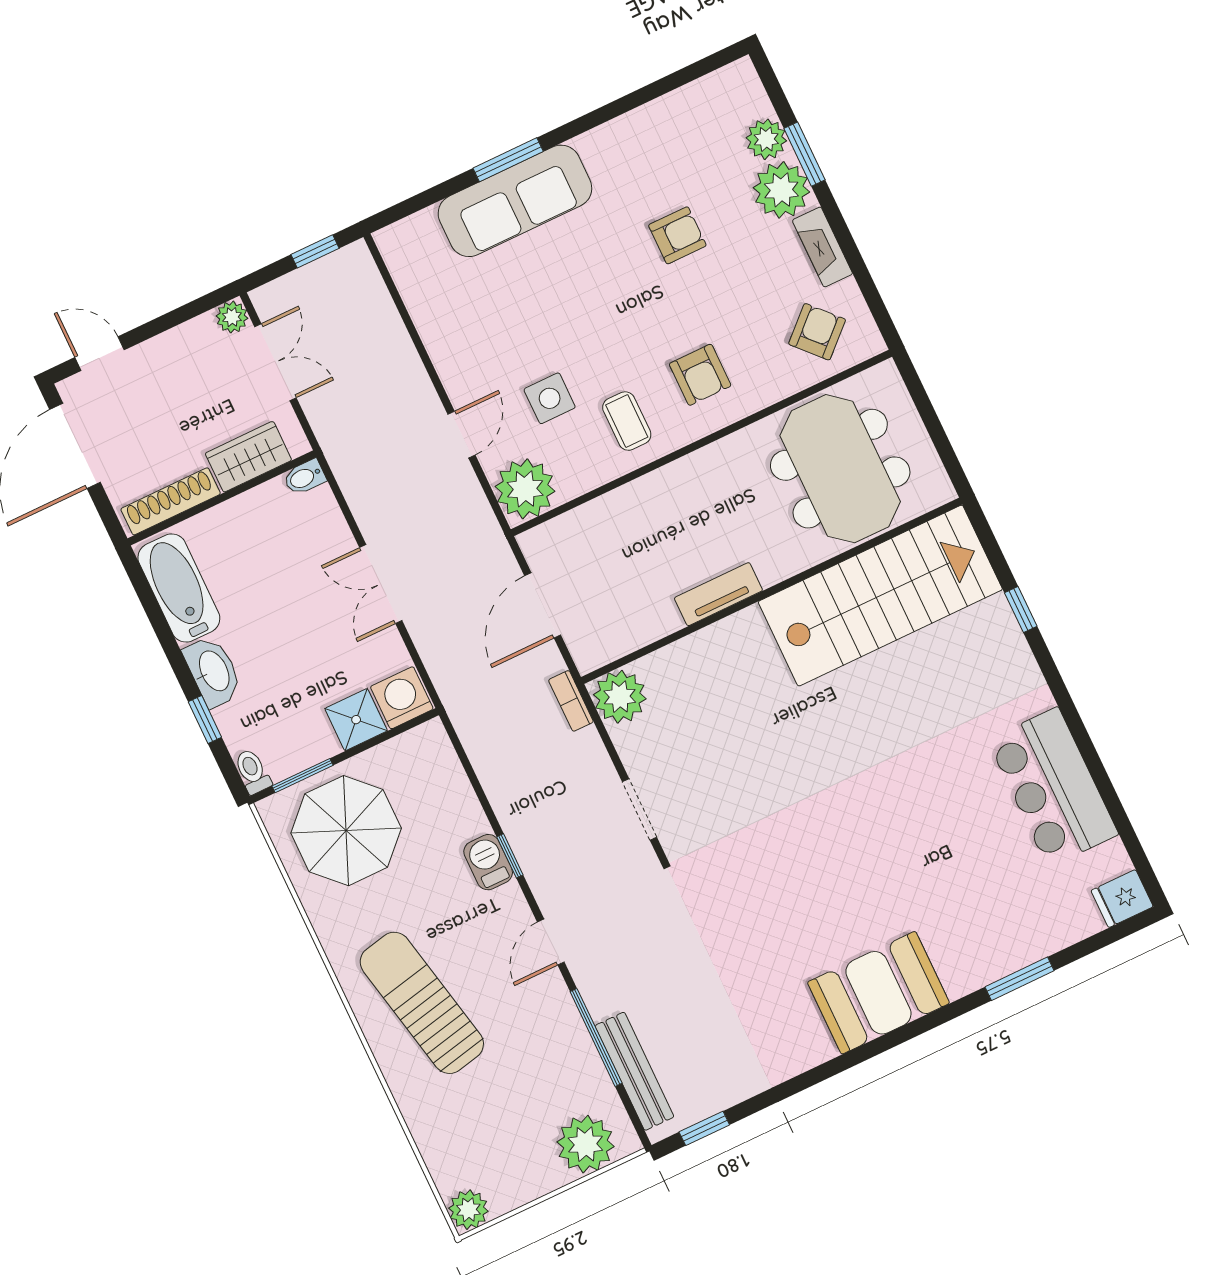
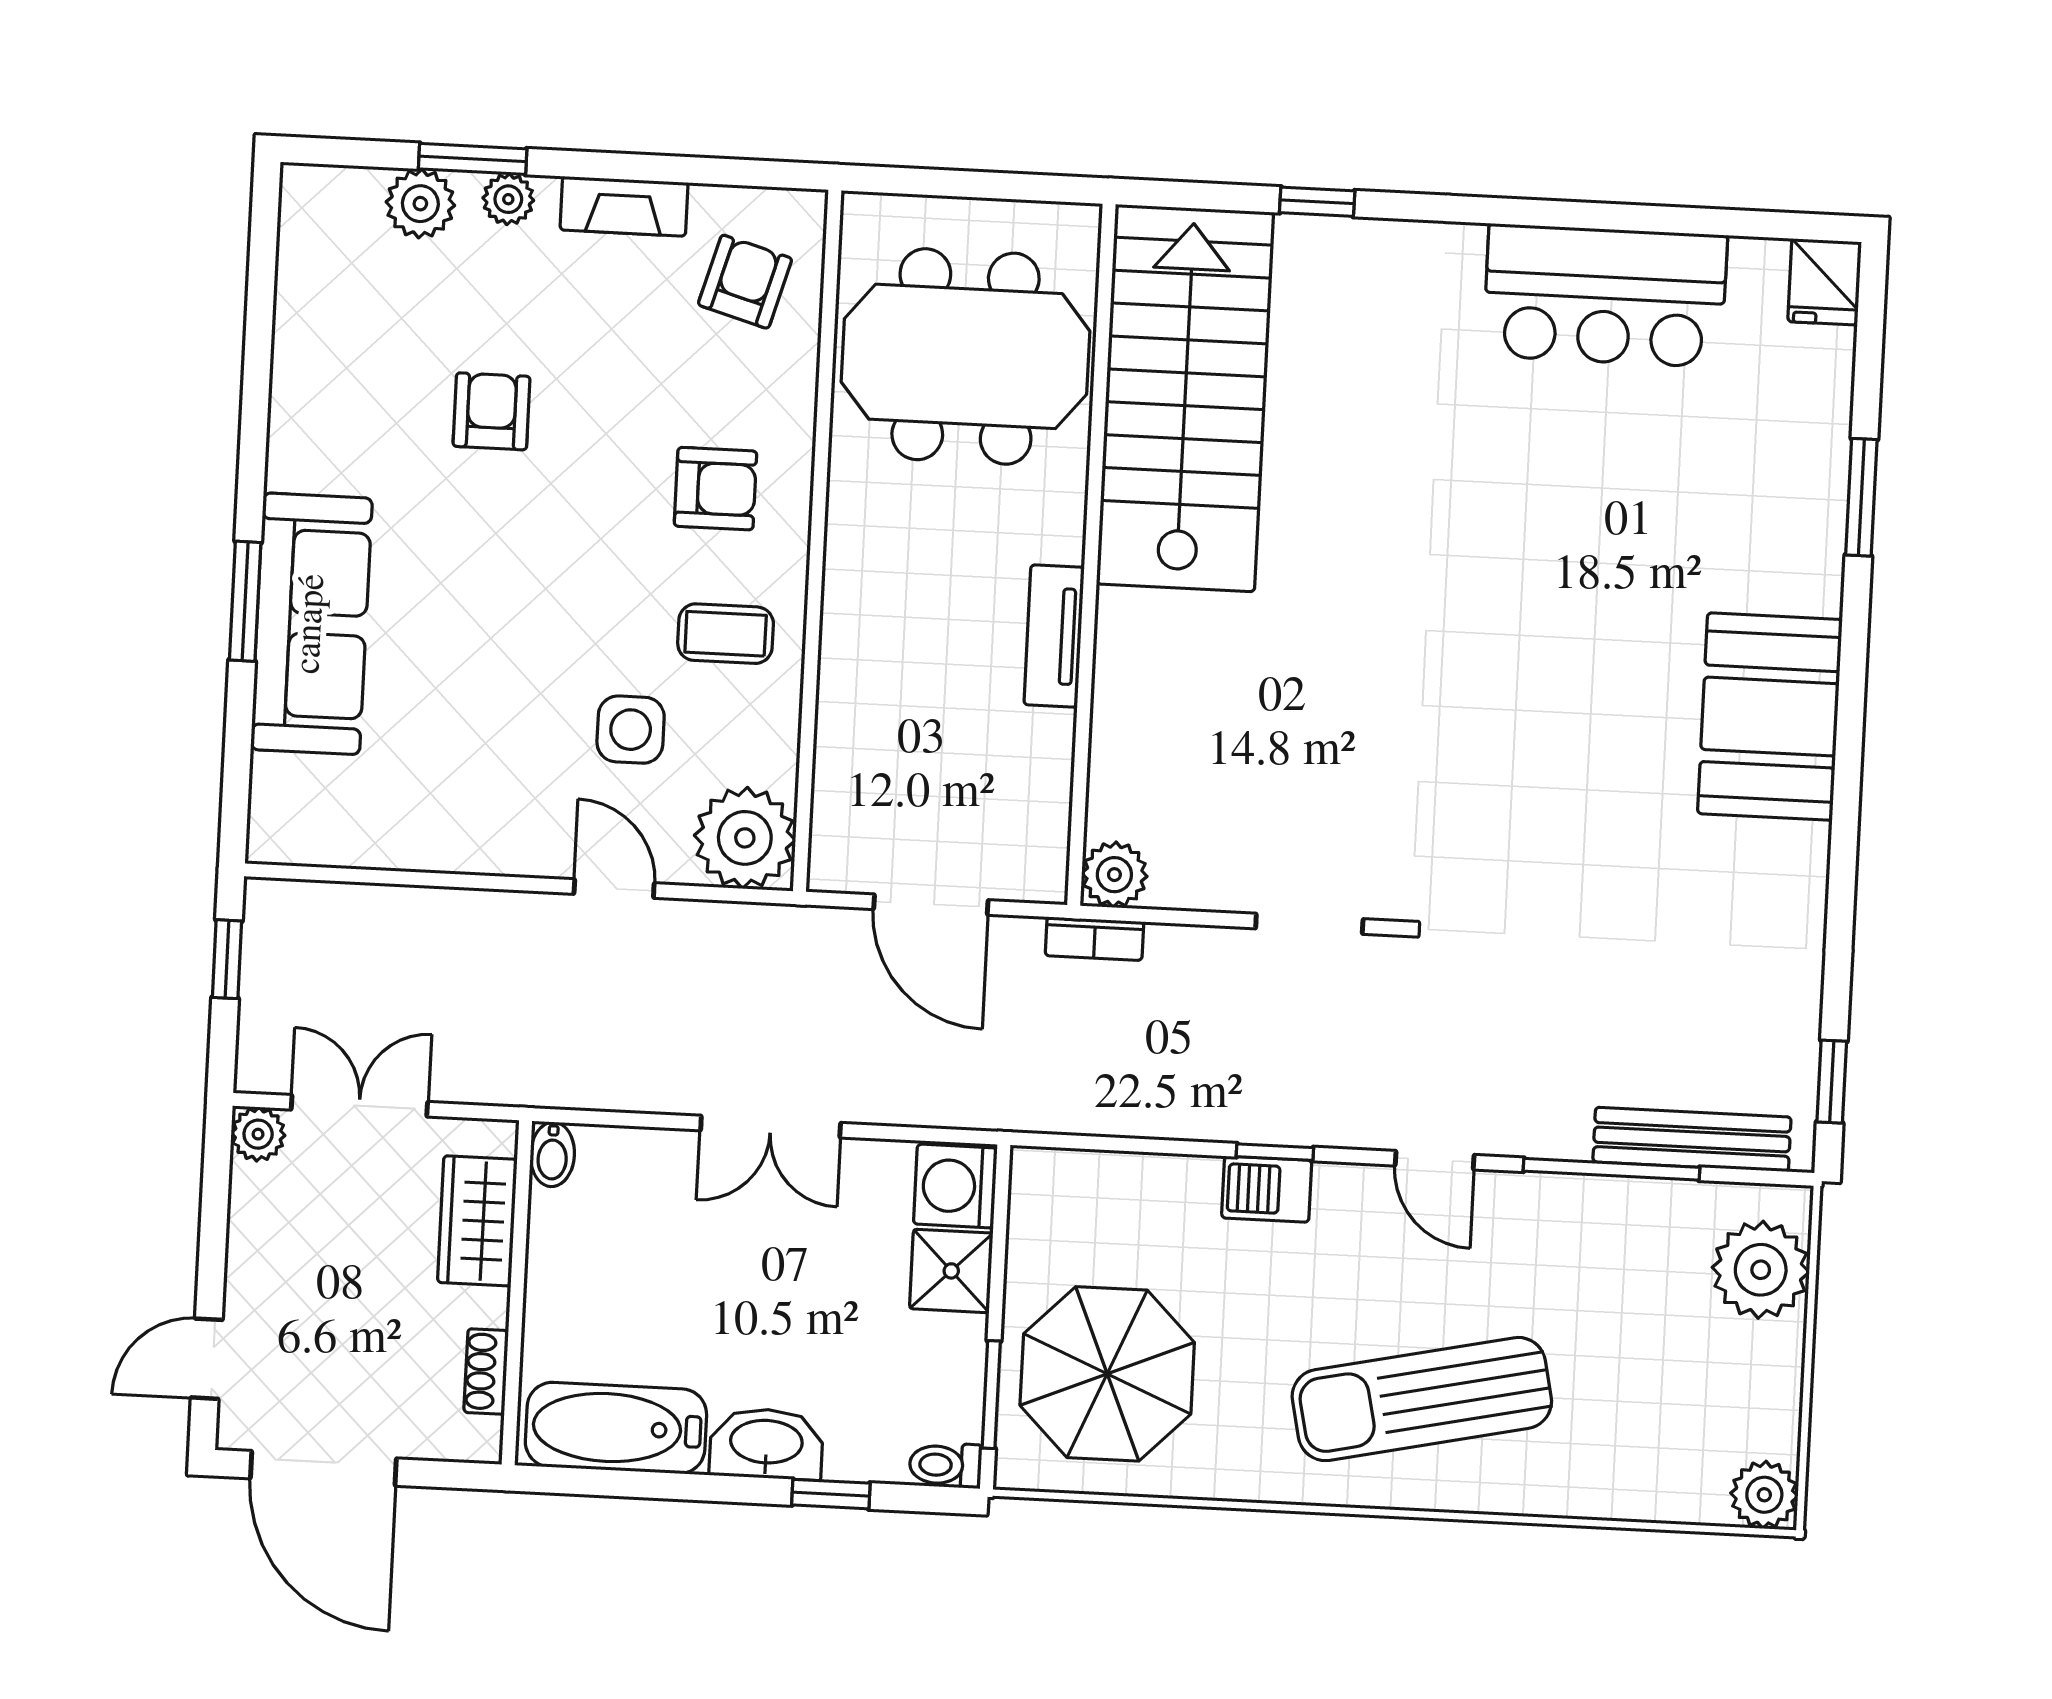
plant: (781, 190) -> (508, 199), width x0.53, depth x0.53
armchair: (817, 332) -> (745, 282), turned 59
shoe rack: (171, 501) -> (486, 1372), width x0.51, depth x0.81
plant: (620, 697) -> (1114, 875), width x0.73, depth x0.73

